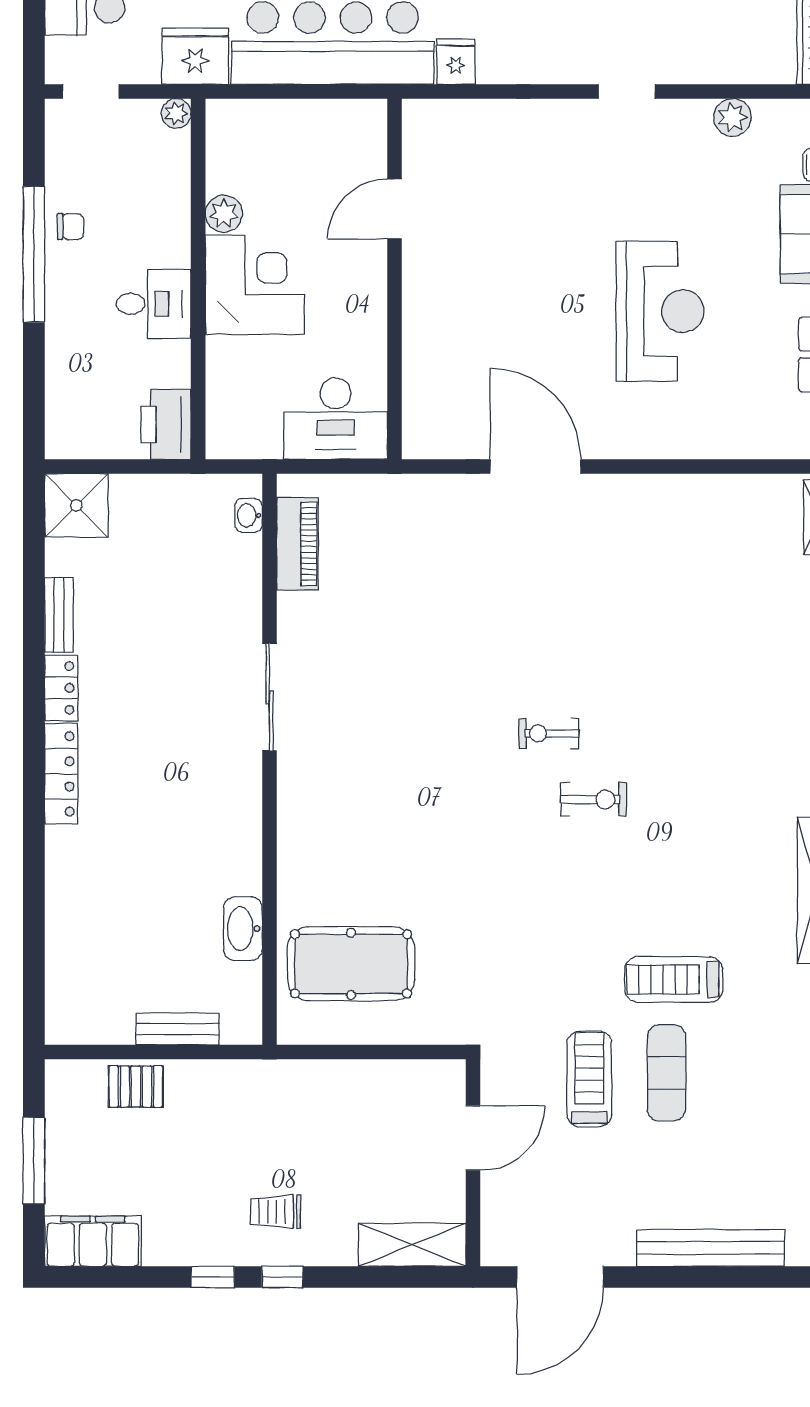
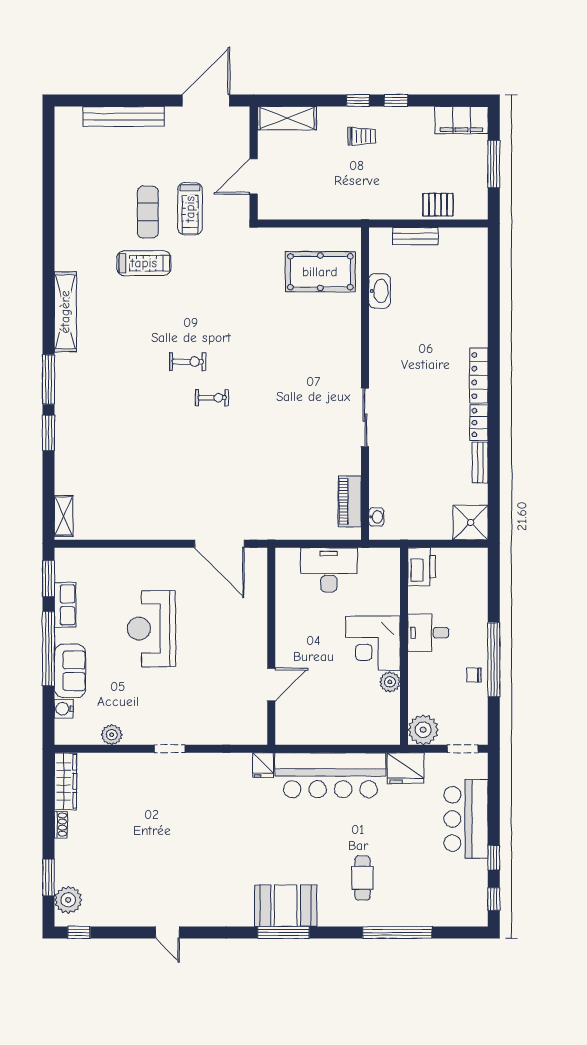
plant: (176, 113) -> (423, 730), width x1.88, depth x1.88
door: (395, 209) -> (271, 685), moved
wall: (395, 279) -> (271, 646), moved
exercise bike: (593, 799) -> (188, 362), turned 180

